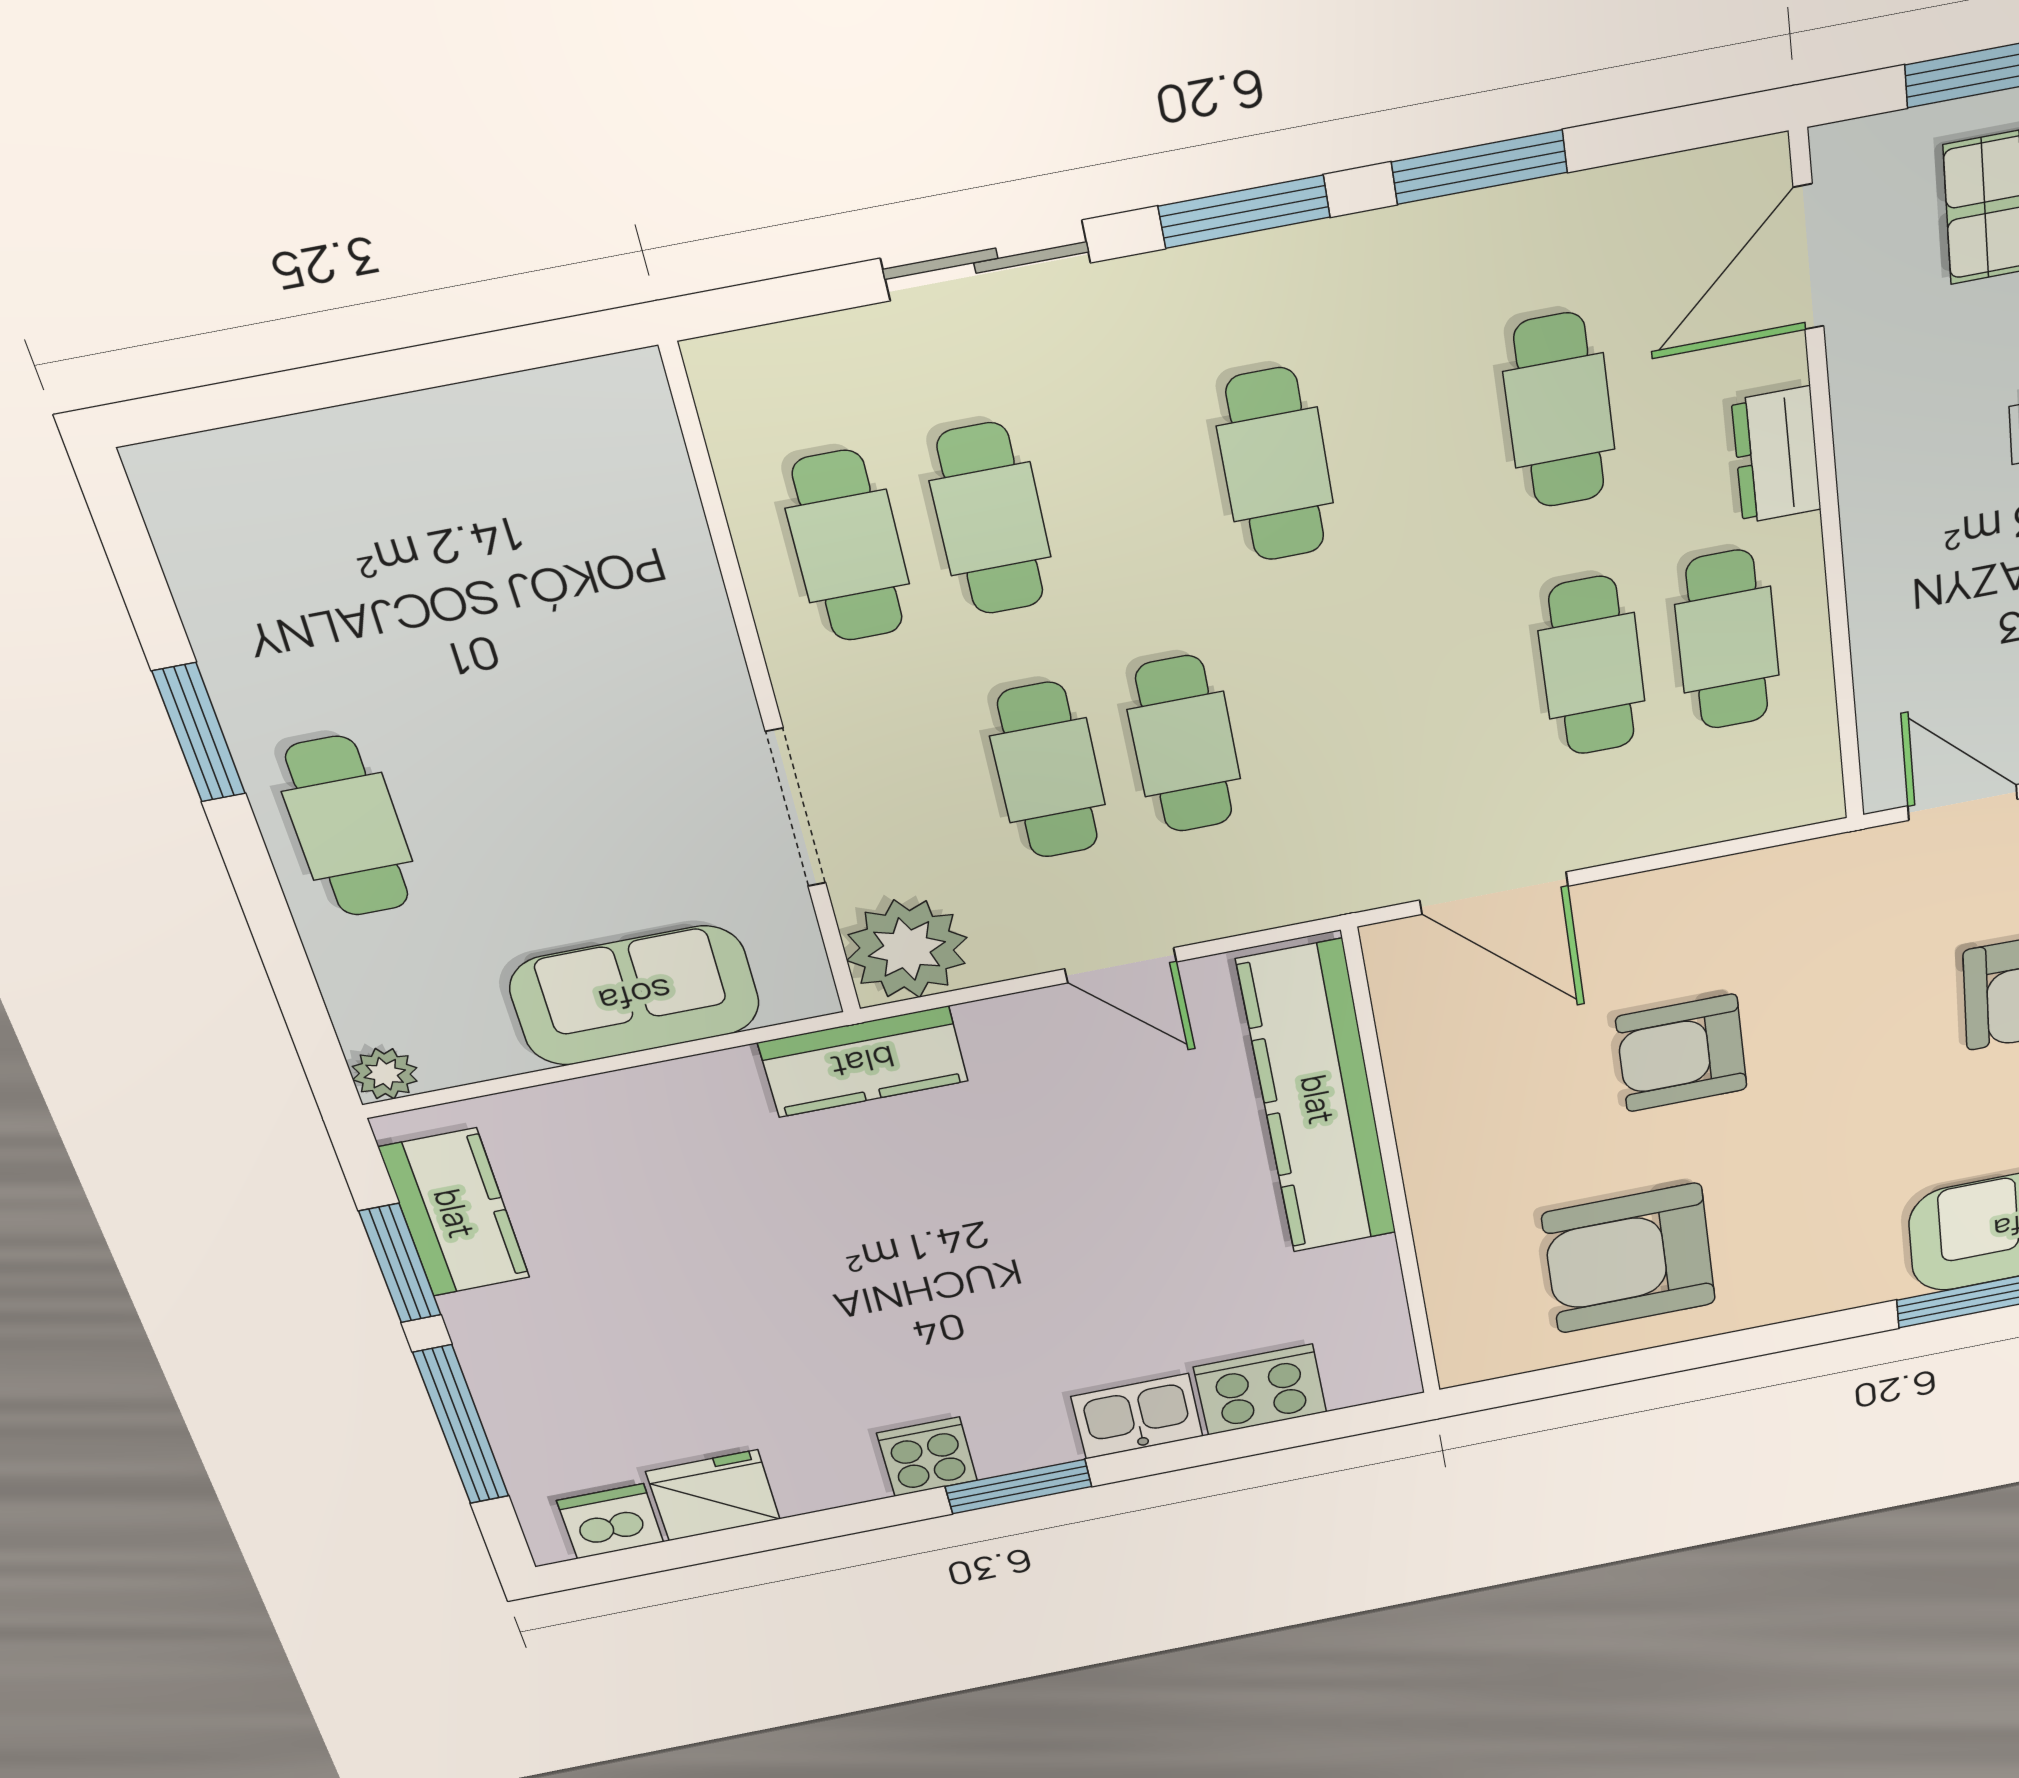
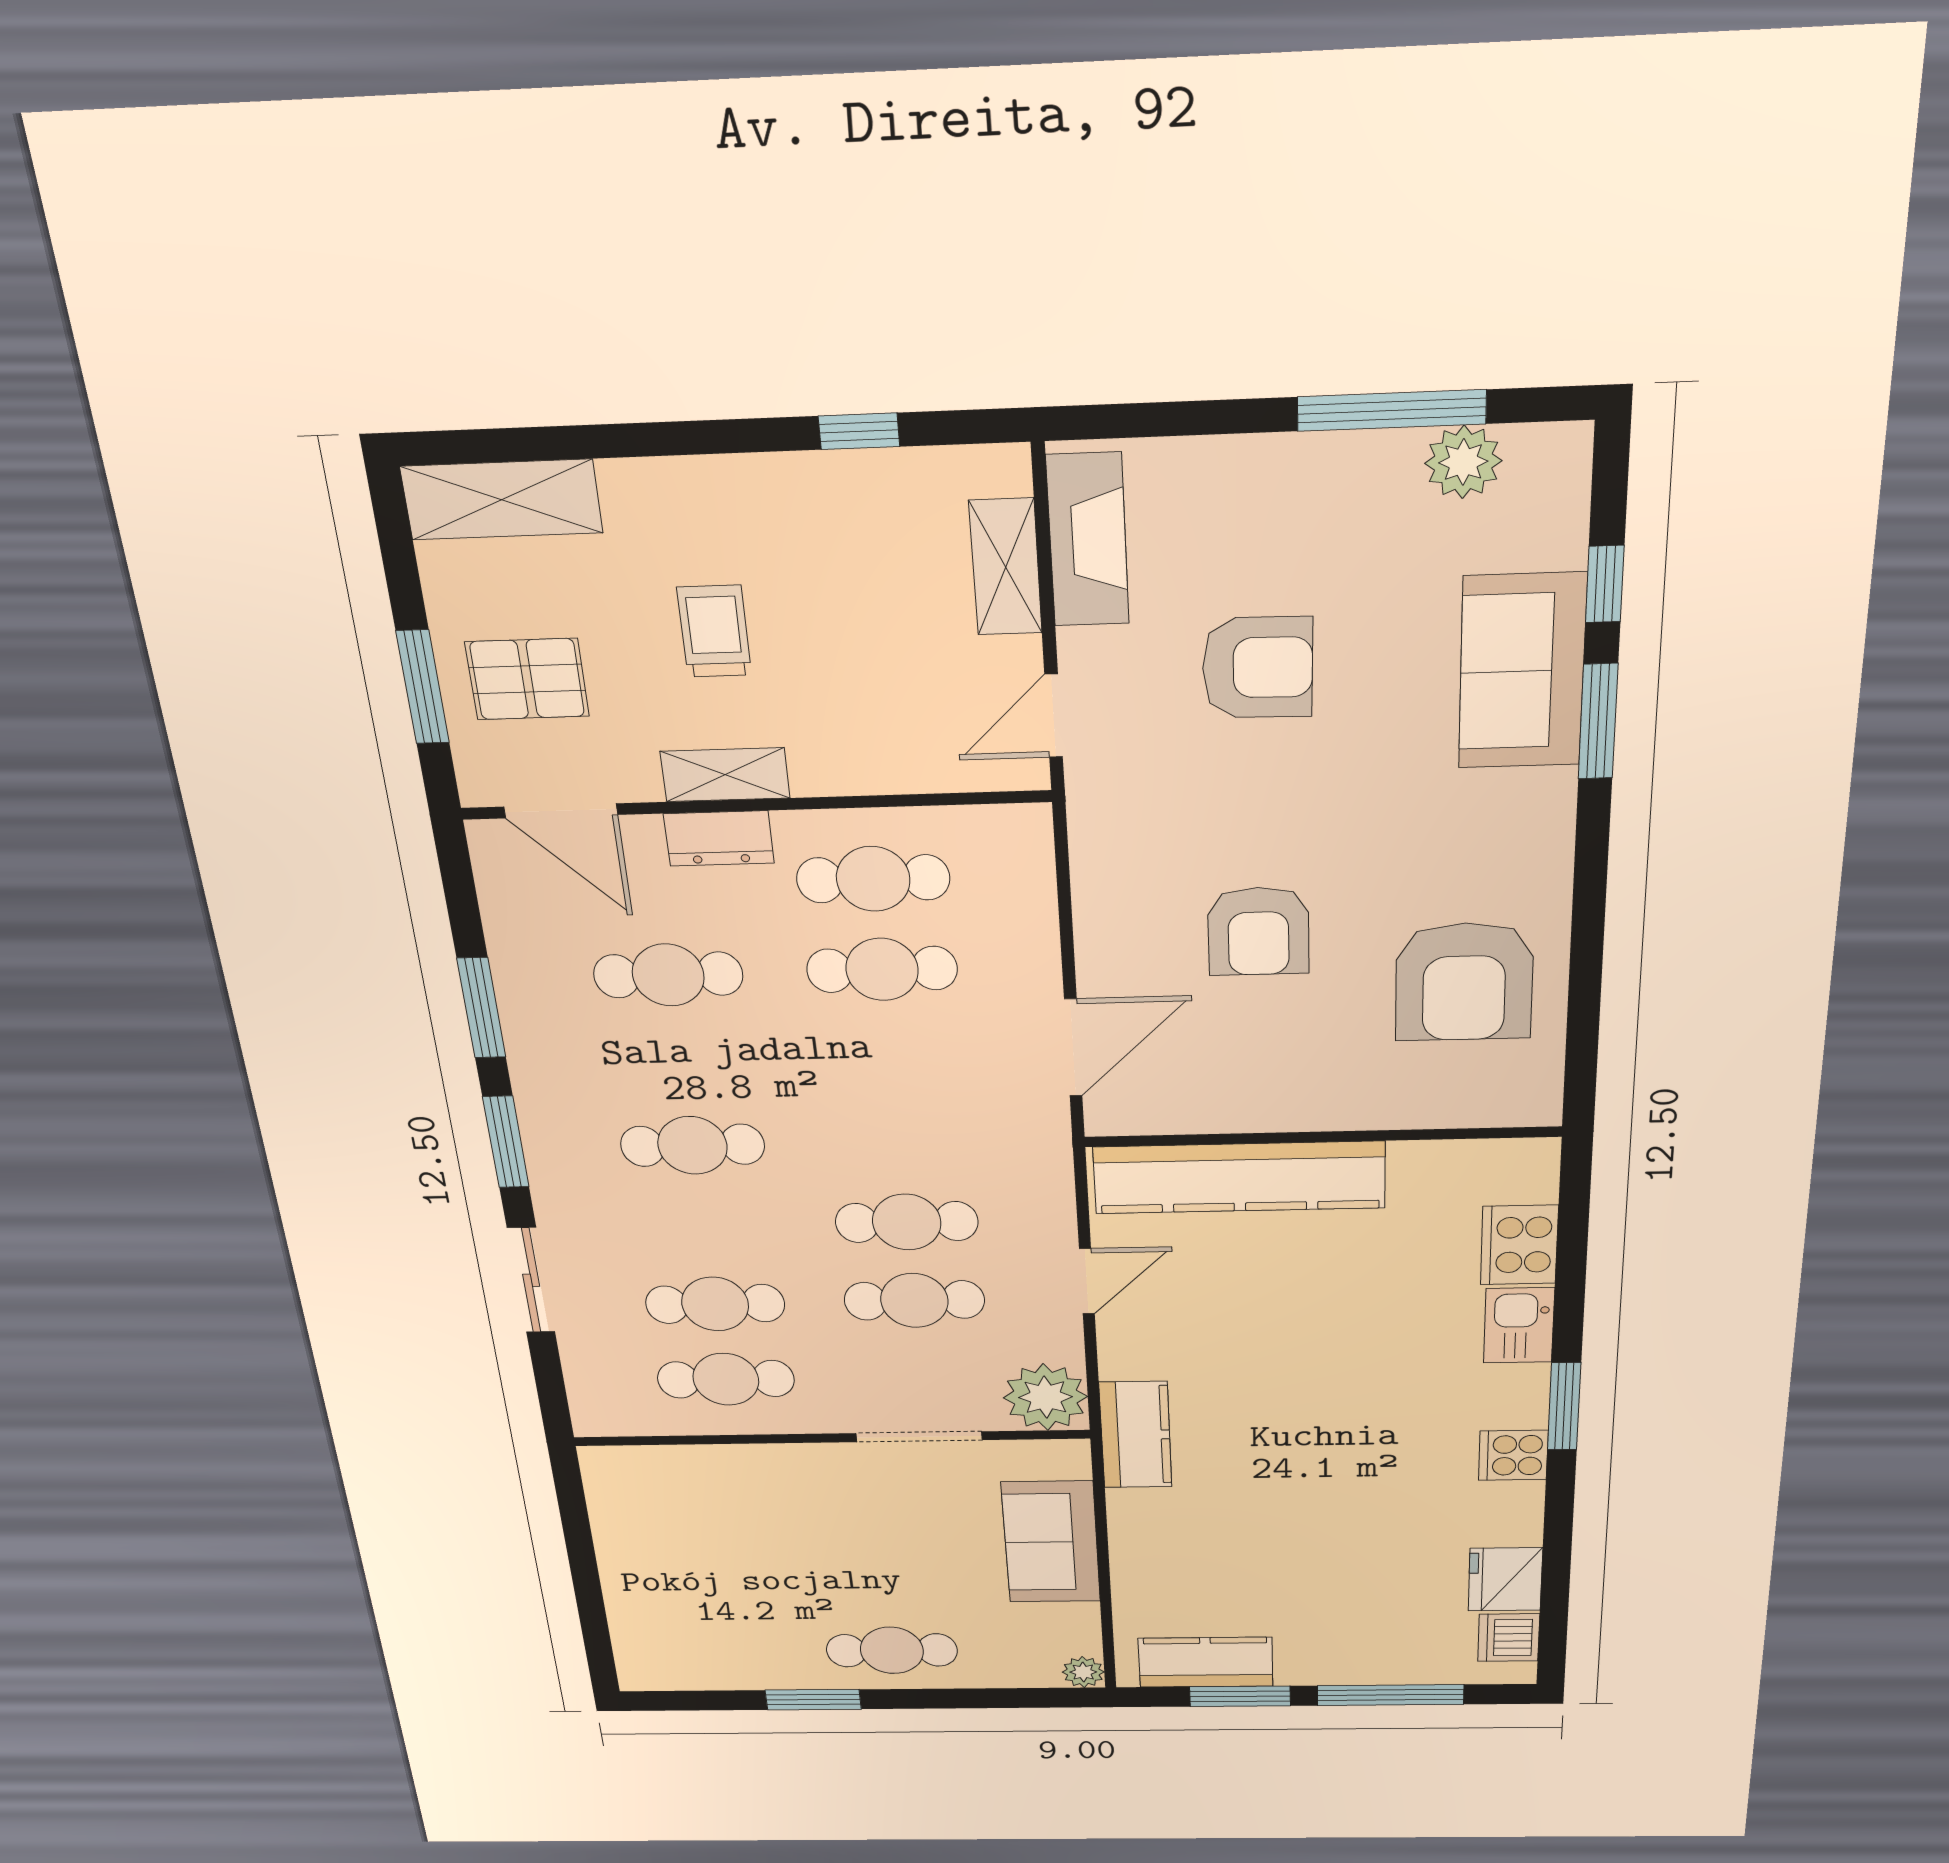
shelving: (1871, 454) -> (725, 775), added

